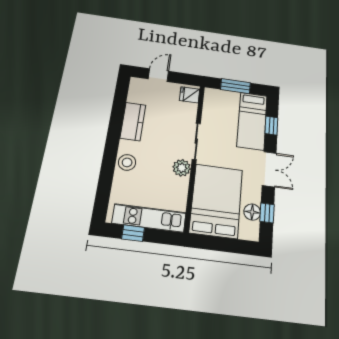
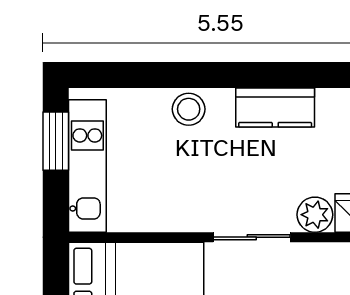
plant: (182, 168) -> (315, 215), moved
window: (133, 233) -> (56, 141), width x1.50

